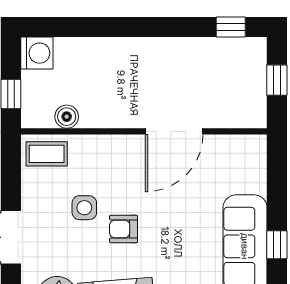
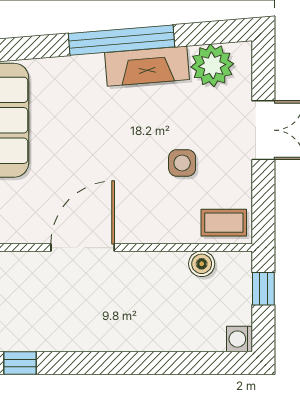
washing machine: (37, 53) -> (239, 339), width x0.73, depth x0.73
armchair: (124, 229) -> (139, 140), removed

